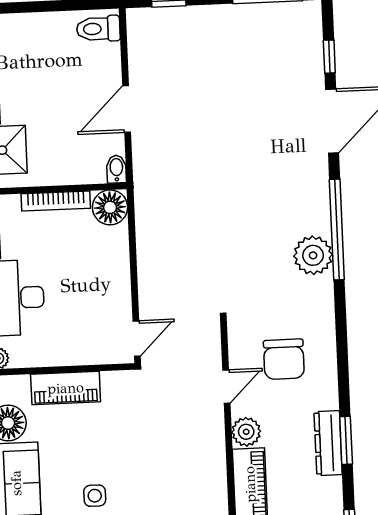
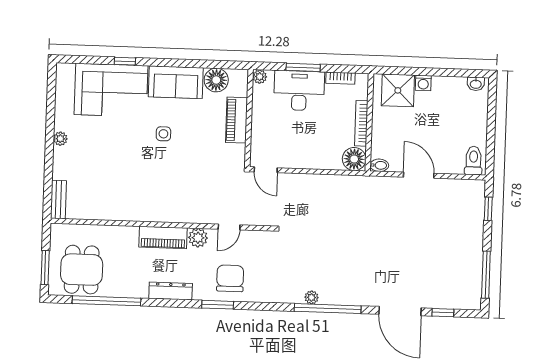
plant: (313, 255) -> (311, 297), width x0.53, depth x0.53
chair: (284, 359) -> (230, 278), moved, turned 90
door: (226, 387) -> (229, 227), hinge flipped
window: (346, 440) -> (218, 305), moved
dresser: (328, 443) -> (171, 291), moved

